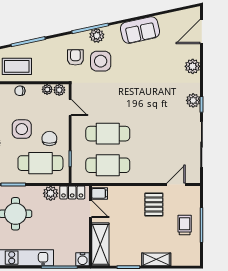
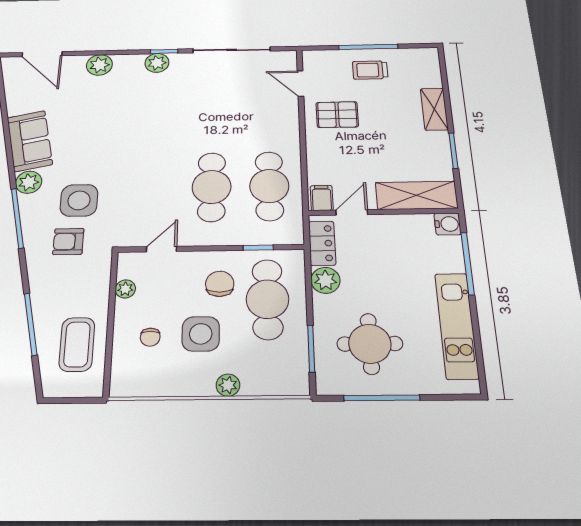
plant: (97, 36) -> (29, 182), moved
plant: (59, 90) -> (128, 268), removed
chair: (20, 91) -> (150, 337), moved
chair: (49, 138) -> (220, 284), turned 90

